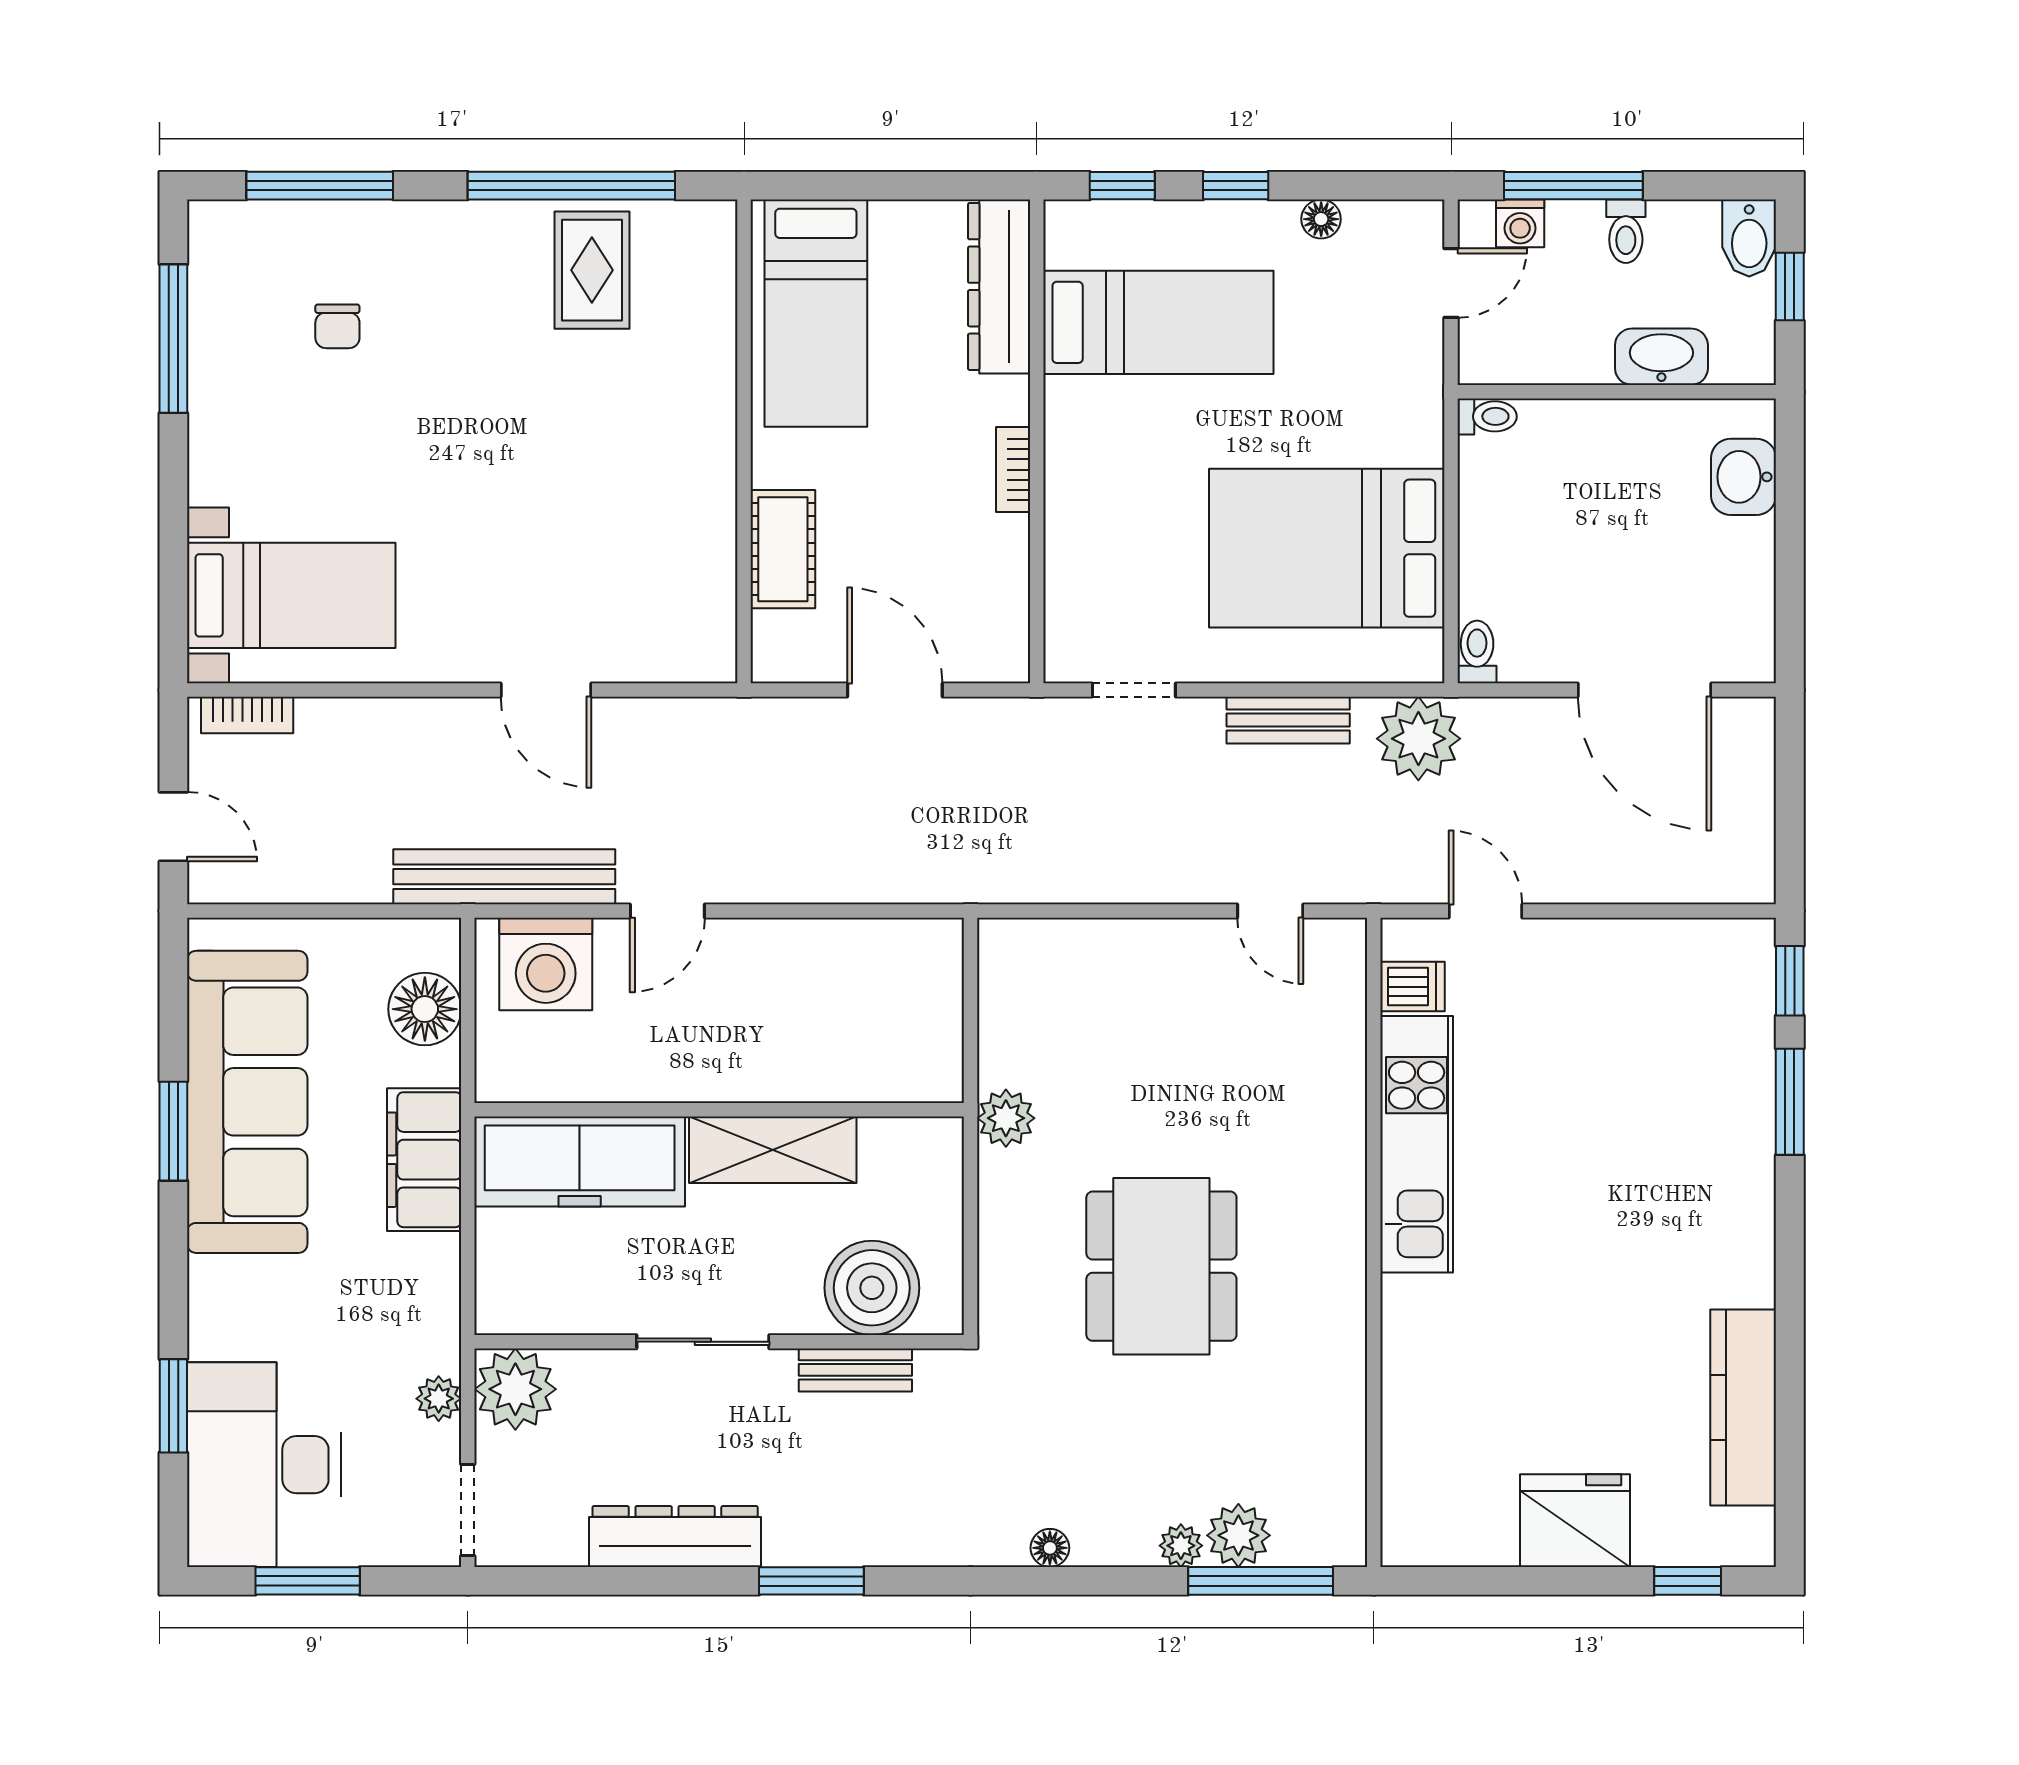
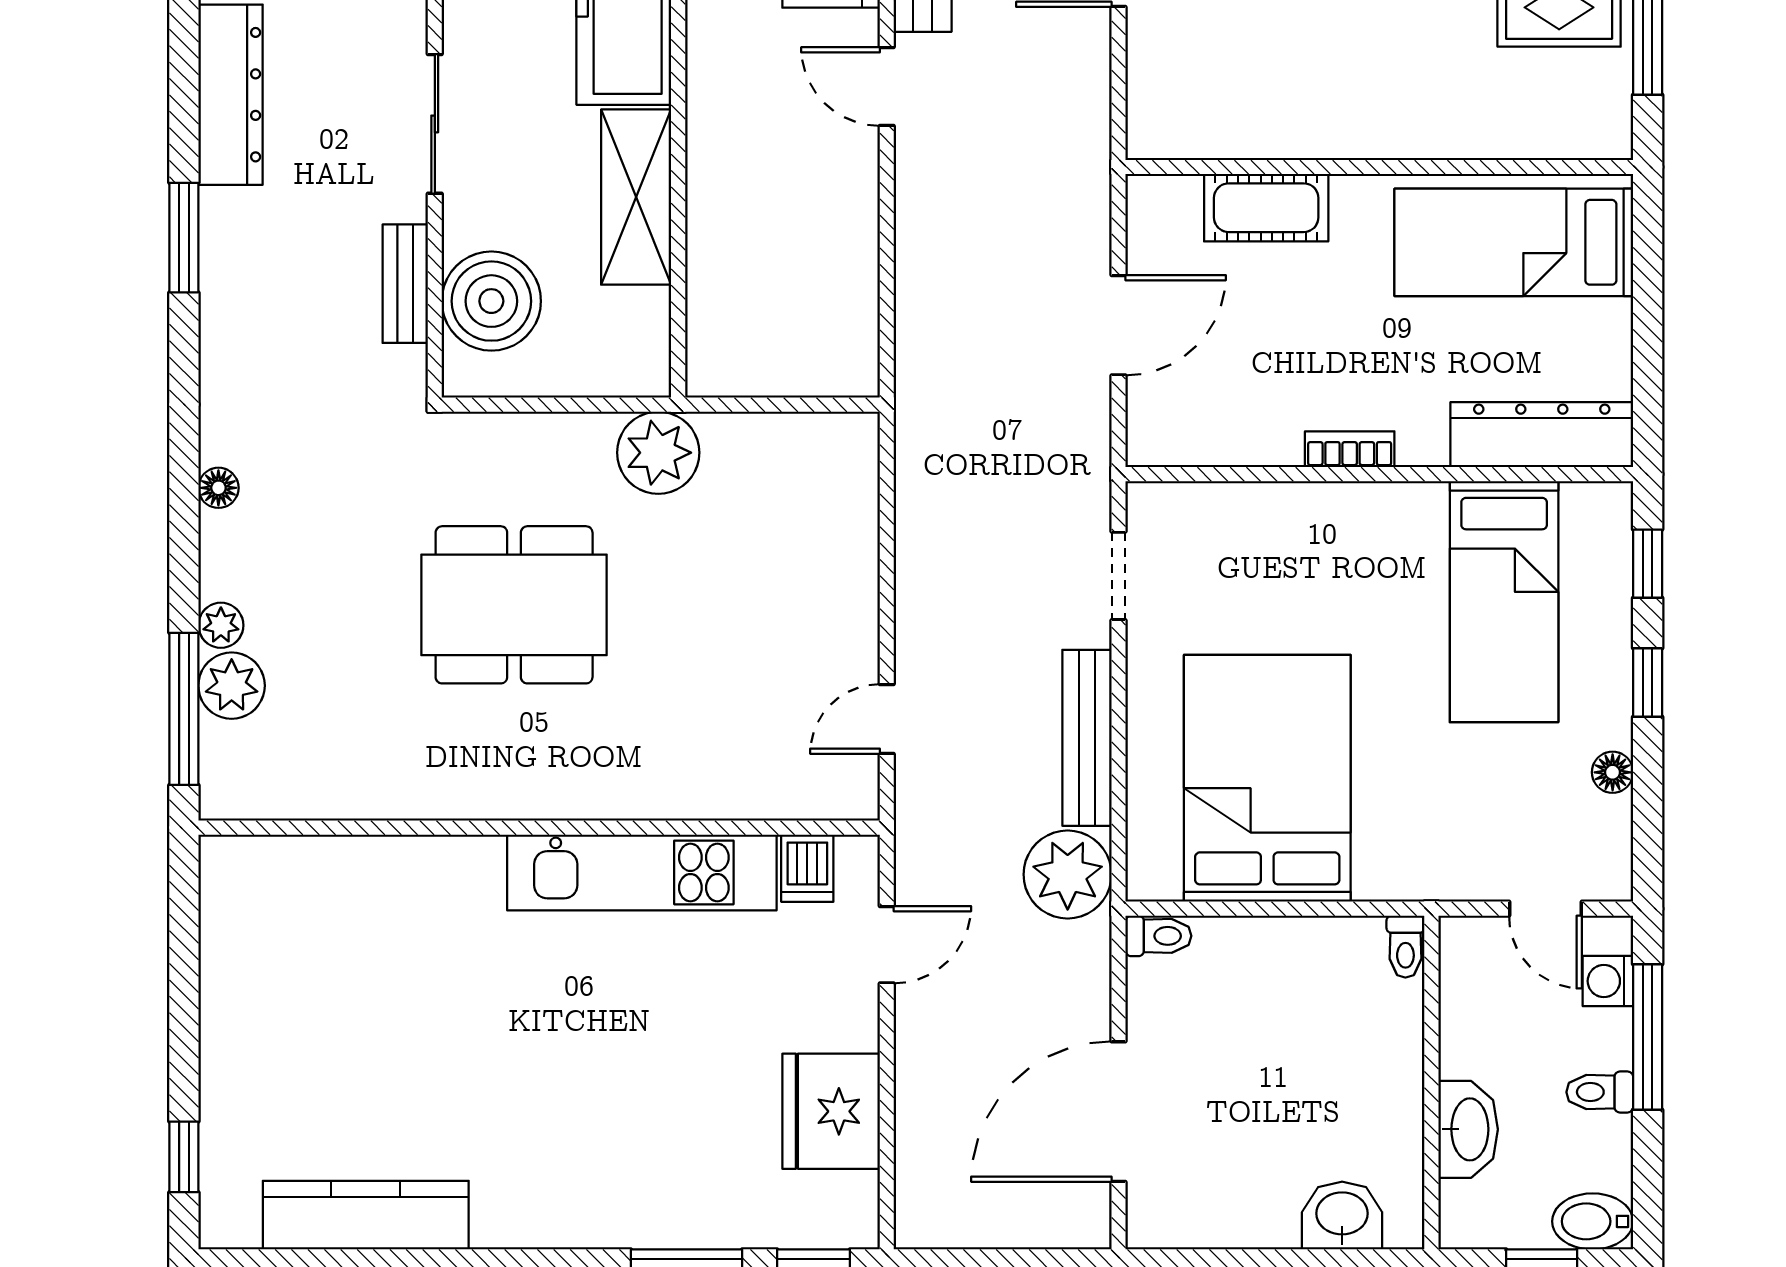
bench: (1288, 720) -> (1087, 738), width x1.36
plant: (1006, 1118) -> (658, 453), width x1.36, depth x1.36
fridge: (1575, 1521) -> (831, 1111), moved, turned 180

